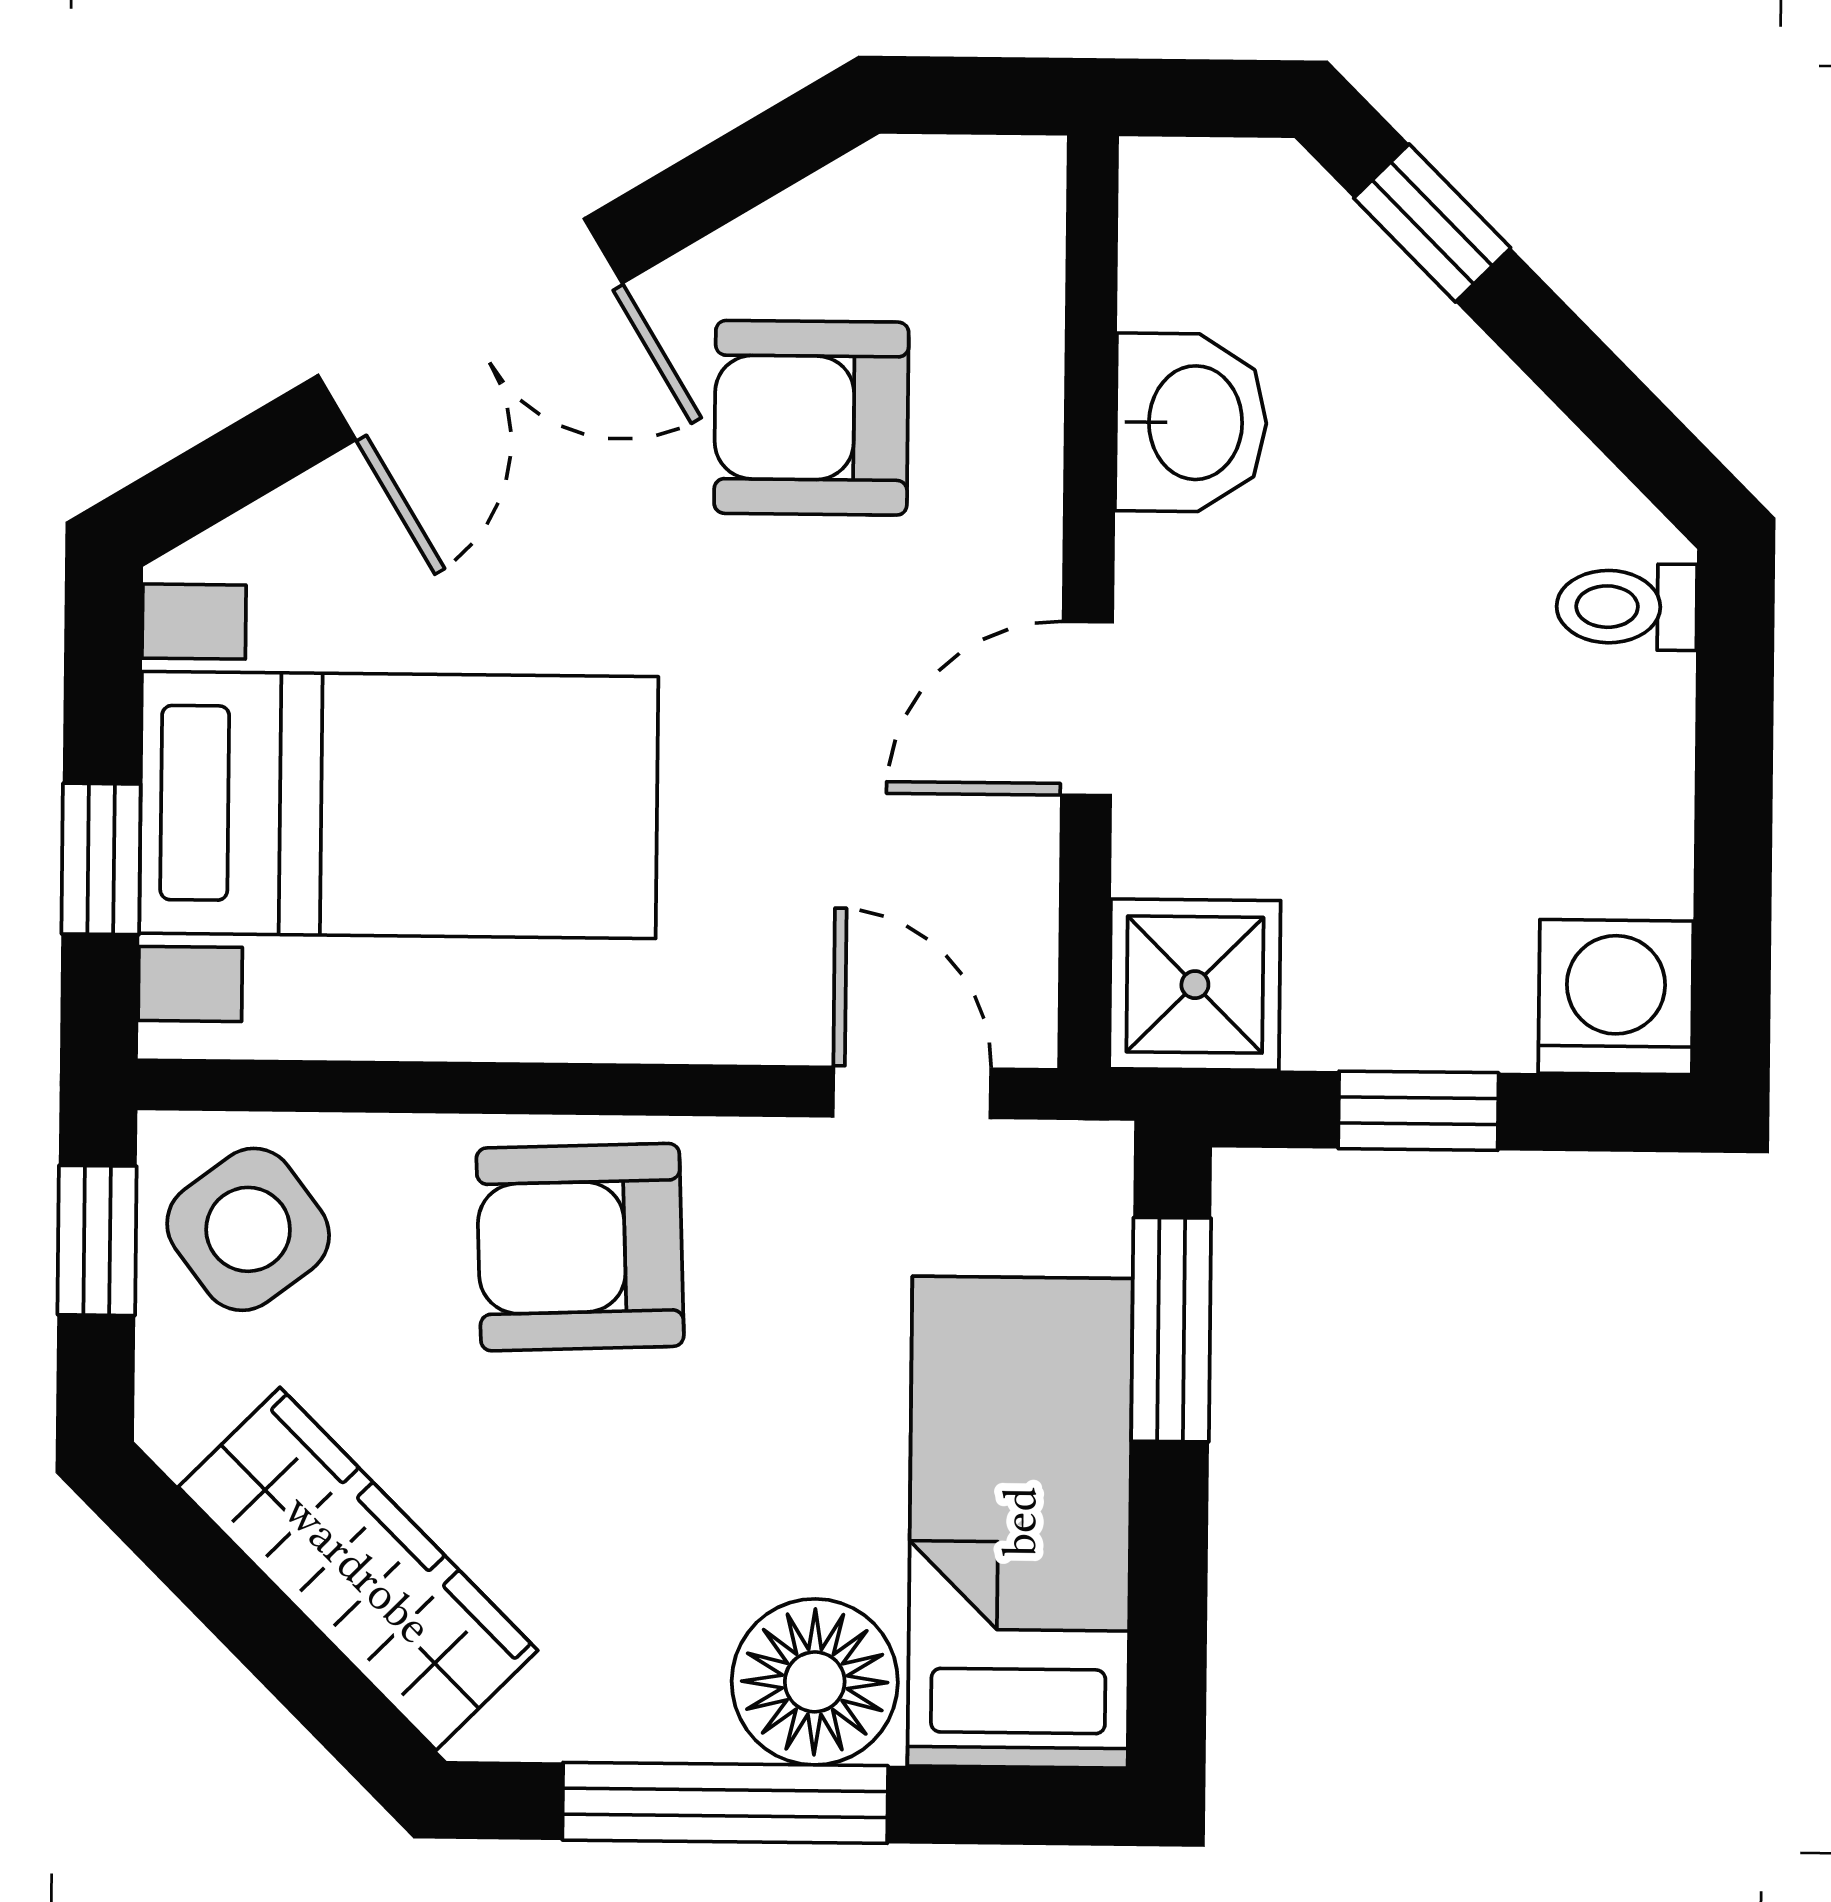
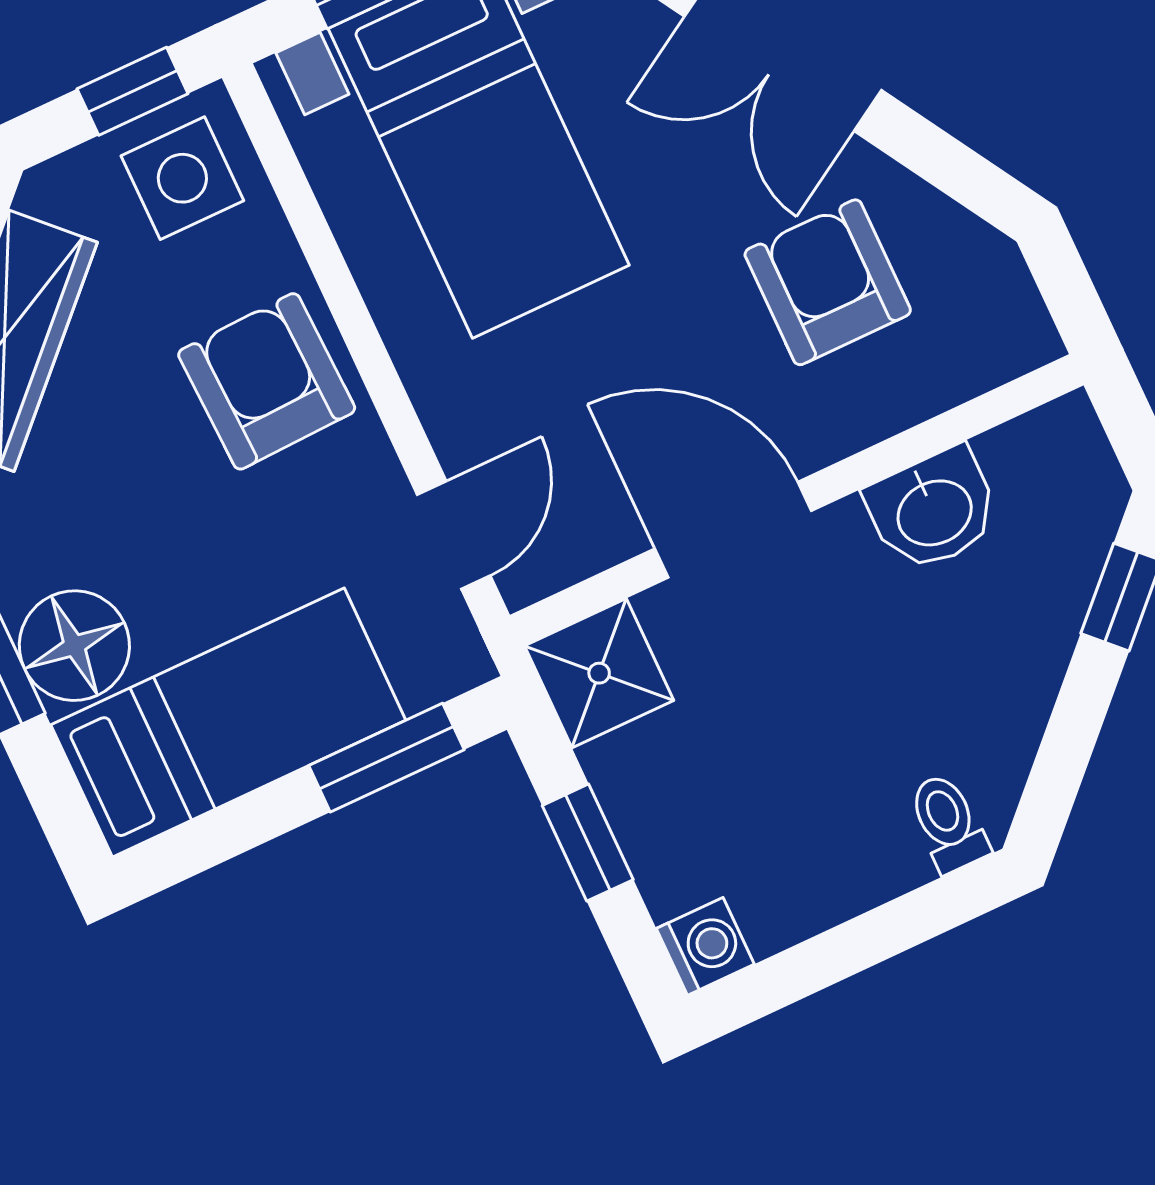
door: (1087, 709) -> (733, 530), width x1.38
washing machine: (1616, 997) -> (705, 946), width x0.73, depth x0.73
side table: (248, 1229) -> (182, 178), turned 37

